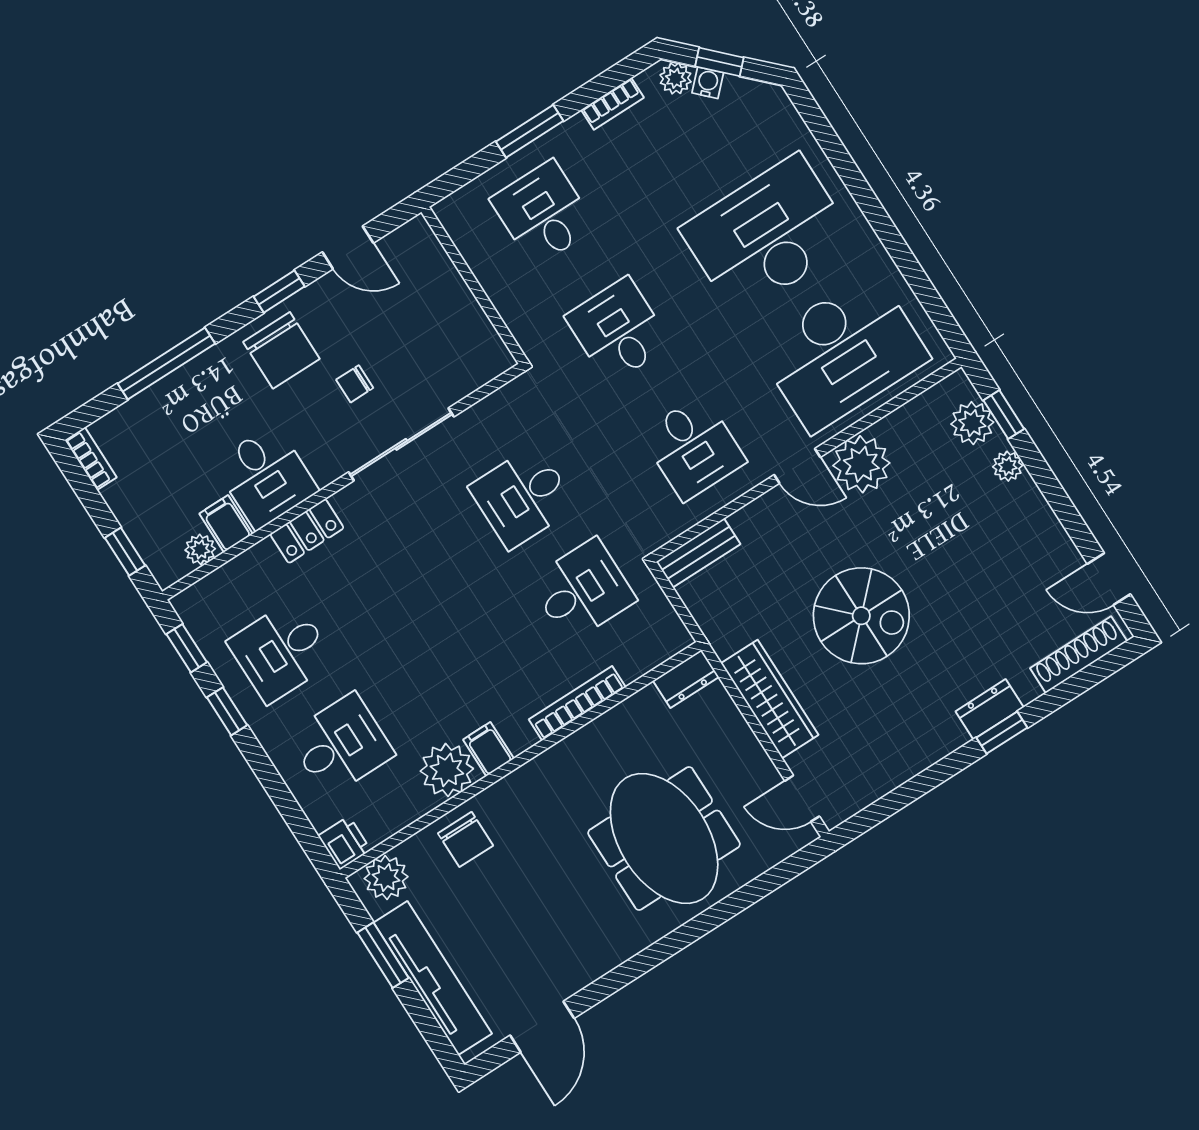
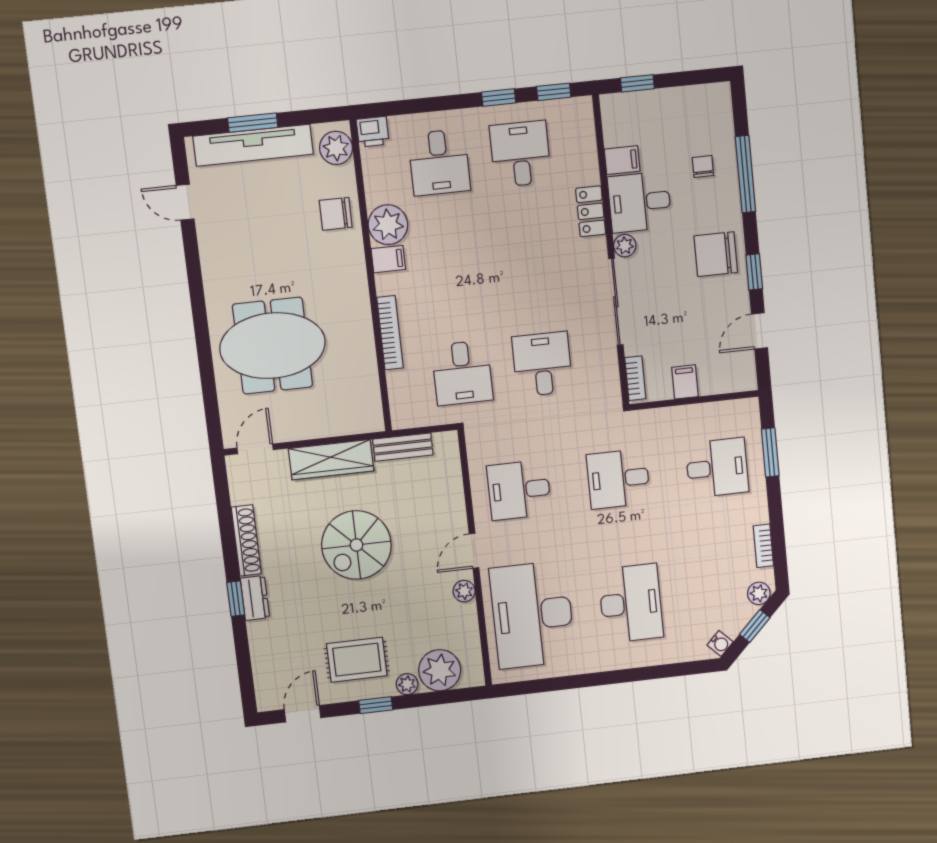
water cooler: (708, 83) -> (720, 643), moved
window: (530, 131) -> (770, 452), moved
desk: (767, 235) -> (631, 603), width x0.73, depth x0.77
filing cabinet: (457, 308) -> (685, 382), added
desk: (618, 330) -> (618, 479), turned 180
chair: (355, 384) -> (703, 166), moved
window: (1004, 415) -> (376, 705), moved
plant: (972, 423) -> (440, 670), width x1.36, depth x1.36
bookcase: (91, 459) -> (635, 378), moved, turned -90
plant: (861, 464) -> (464, 591), width x0.53, depth x0.53
rug: (1007, 545) -> (357, 660), added
plant: (200, 549) -> (625, 246), moved
bench: (698, 553) -> (403, 447), moved, turned 90
shoe rack: (1079, 655) -> (246, 540), moved
dresser: (686, 679) -> (371, 412), removed
window: (383, 955) -> (253, 123), moved
door: (542, 1027) -> (185, 202), width x0.73

